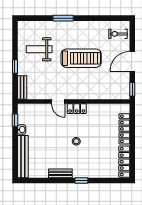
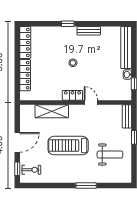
window: (132, 89) -> (17, 169), moved
shelving: (98, 93) -> (52, 111), added

